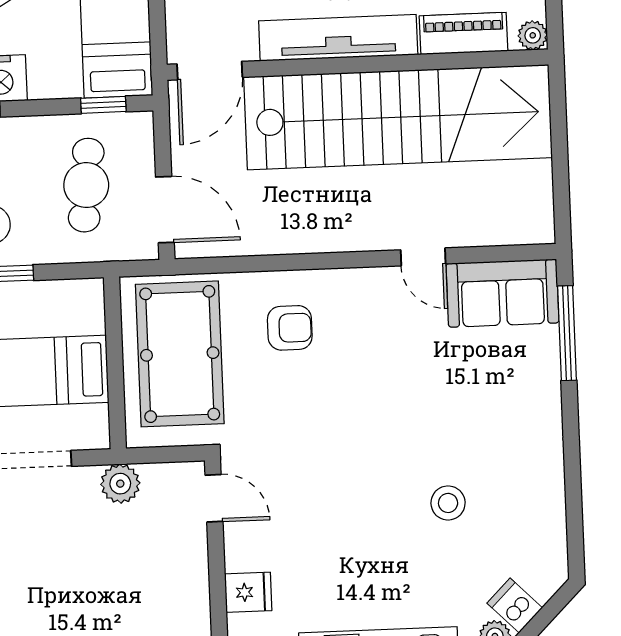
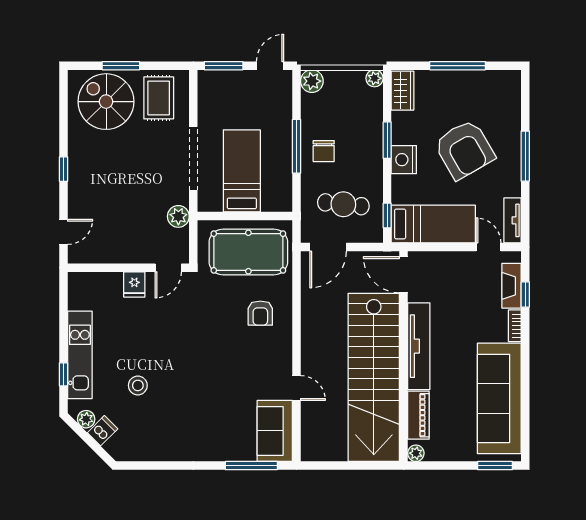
door: (423, 257) -> (296, 388), swing flipped
stool: (448, 503) -> (138, 385), moved
fridge: (248, 592) -> (134, 284), moved

